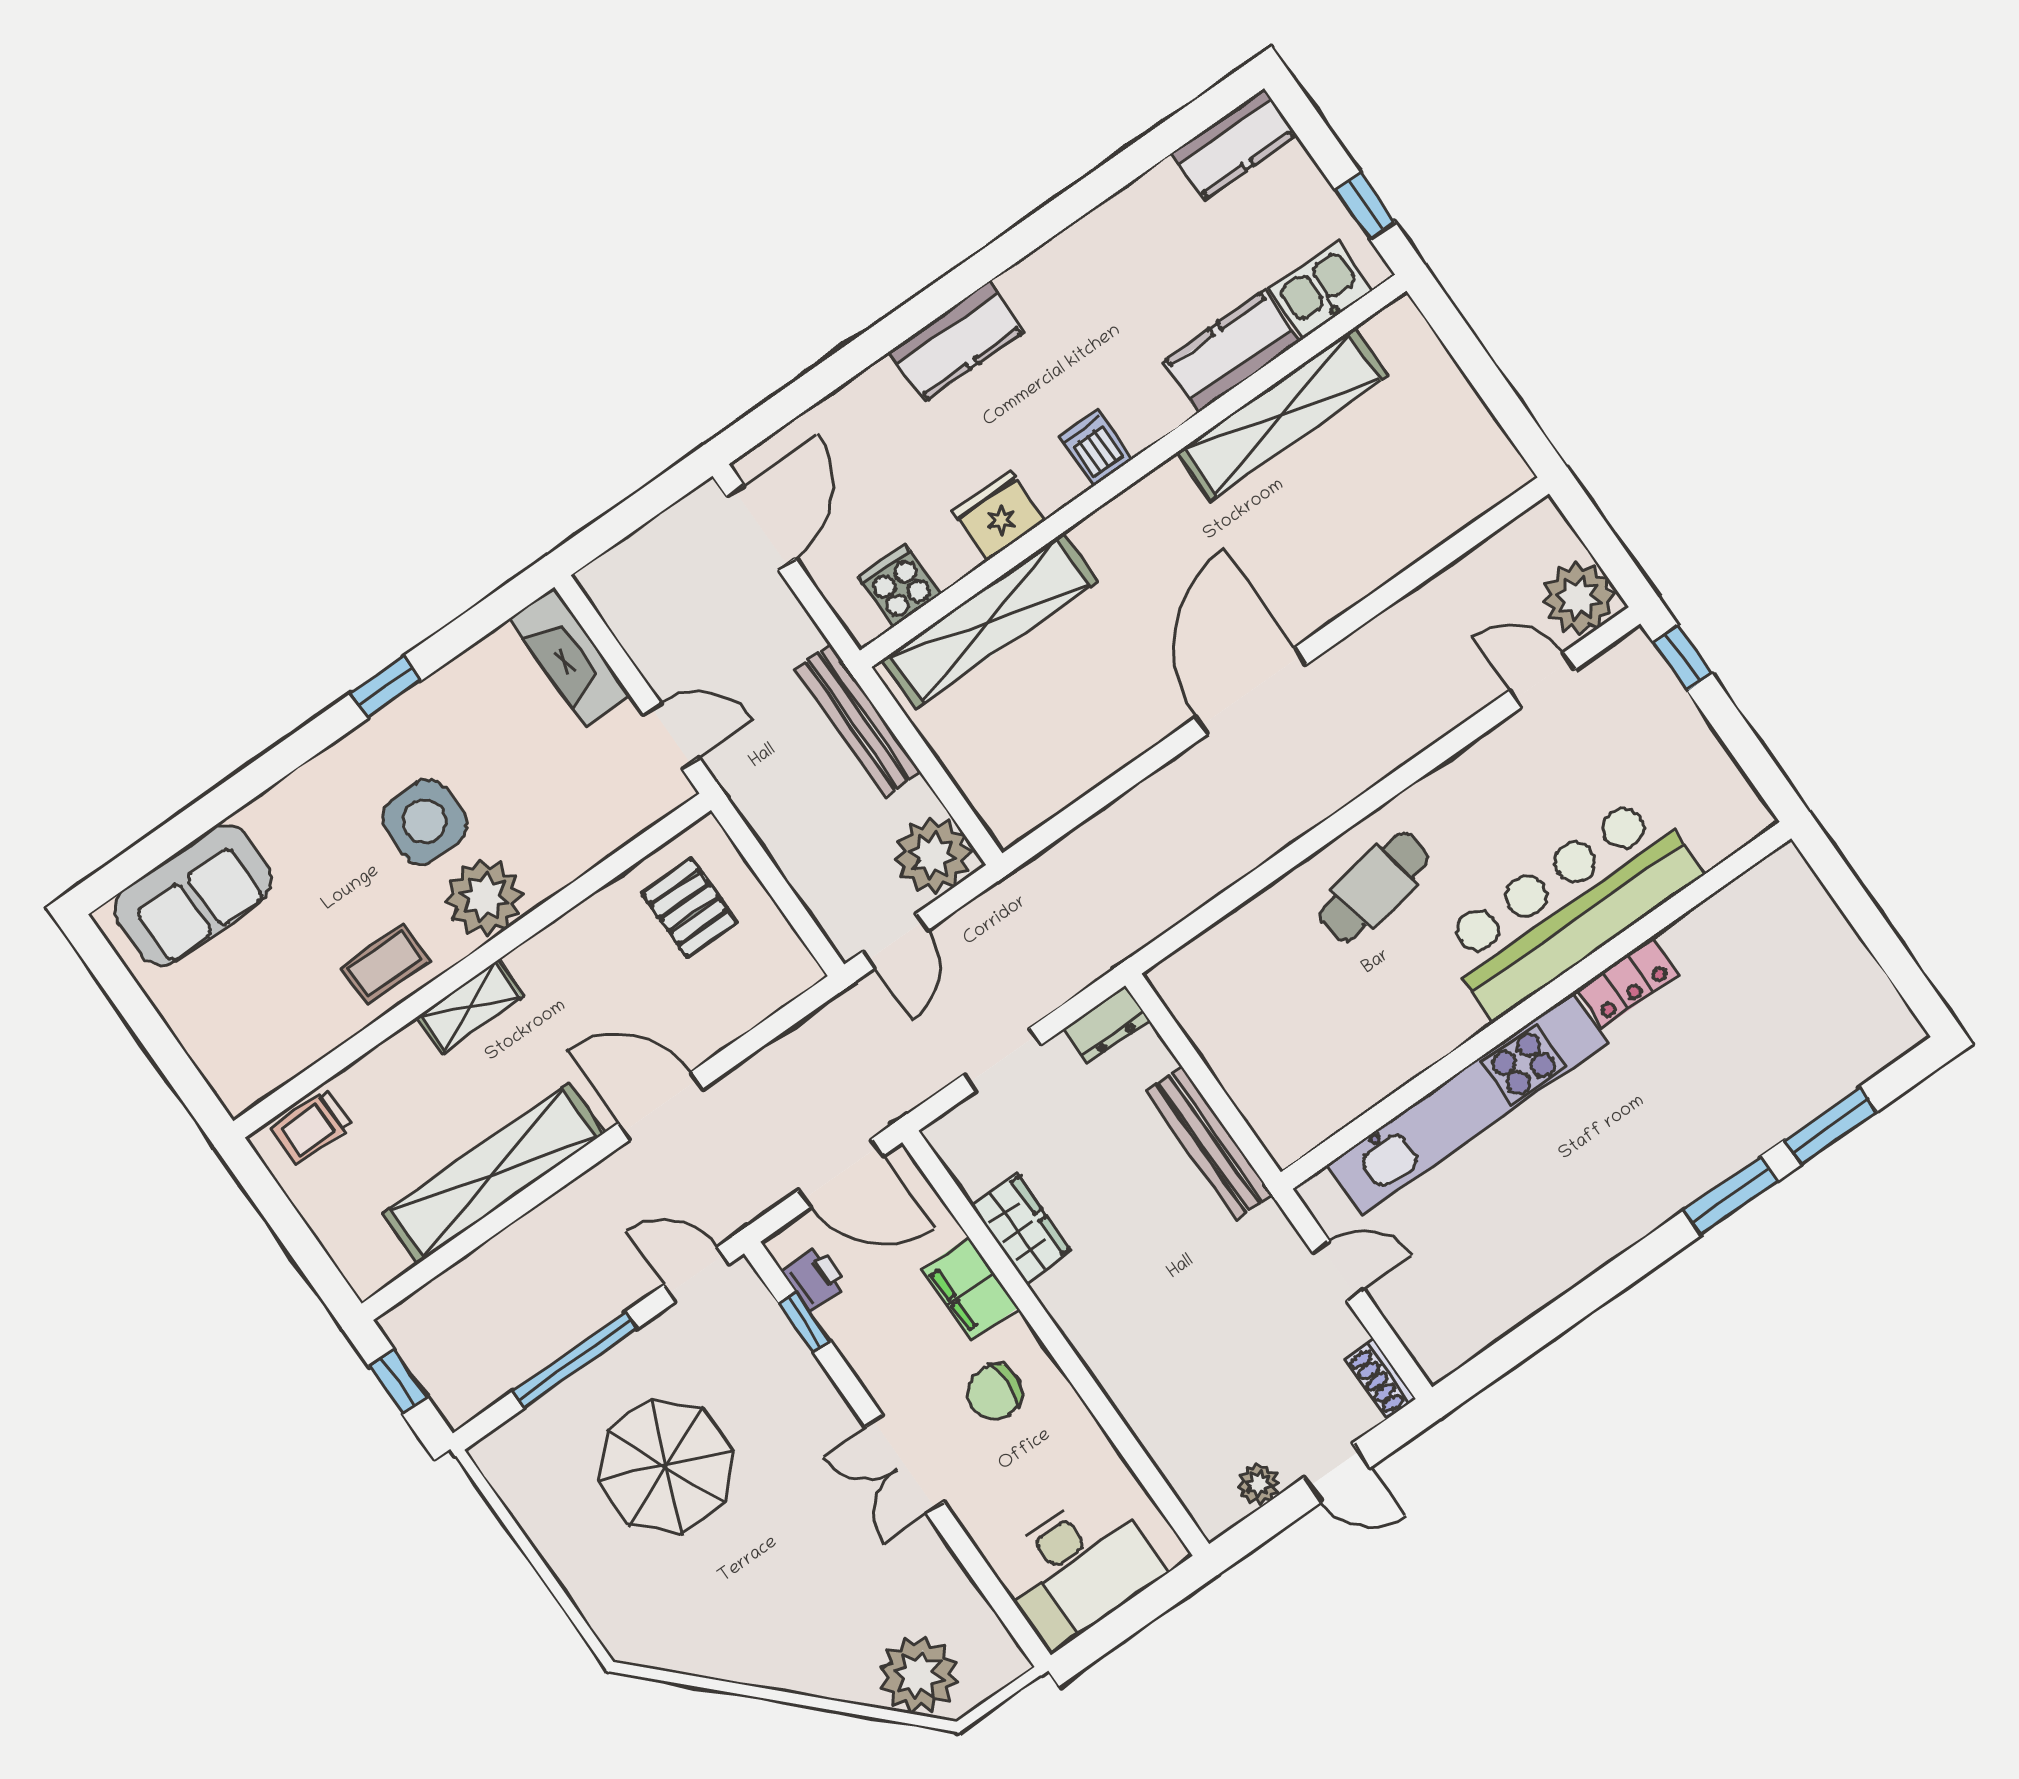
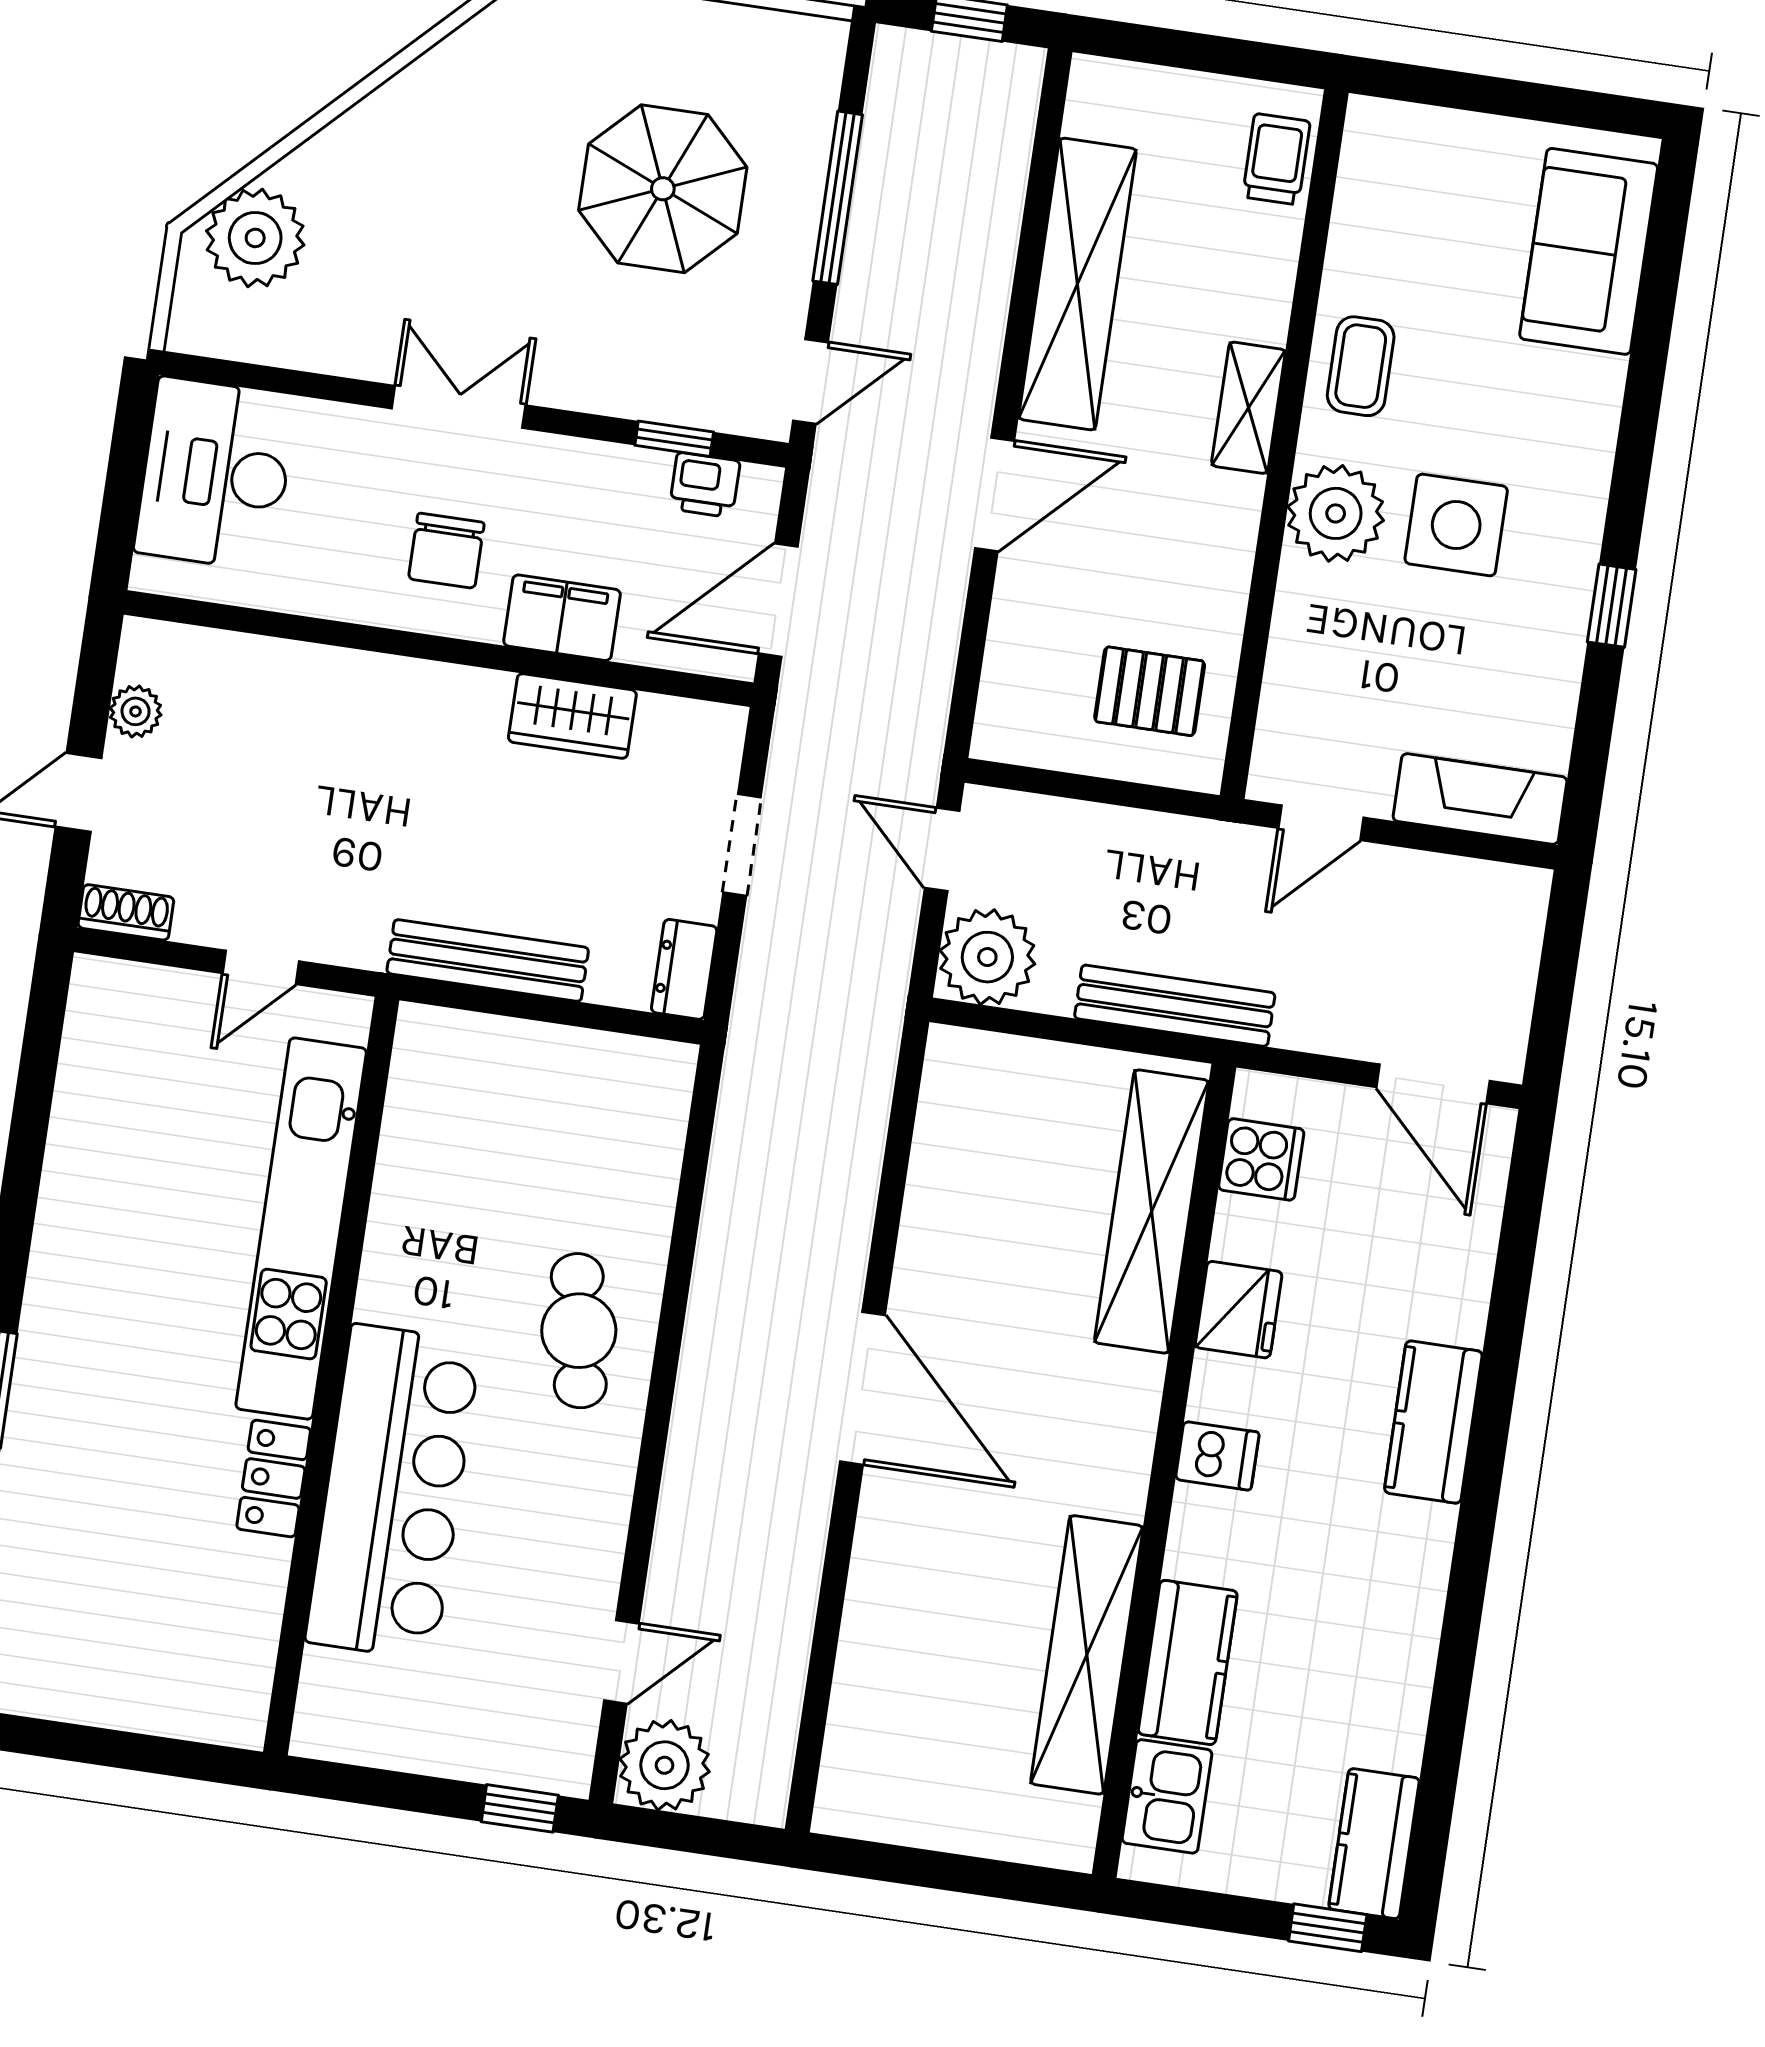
window: (1365, 206) -> (1328, 1928), moved
chair: (995, 1392) -> (446, 551), turned 180

